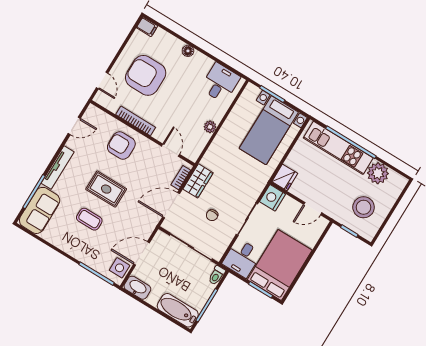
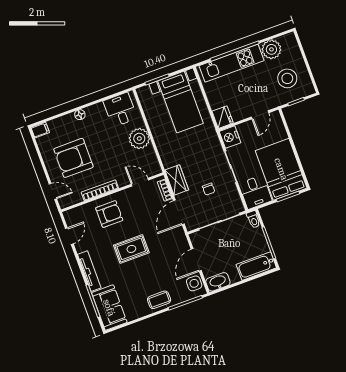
plant: (210, 127) -> (139, 139), width x1.88, depth x1.88
armchair: (121, 146) -> (109, 214), turned 180
coffee table: (89, 219) -> (159, 300), moved

